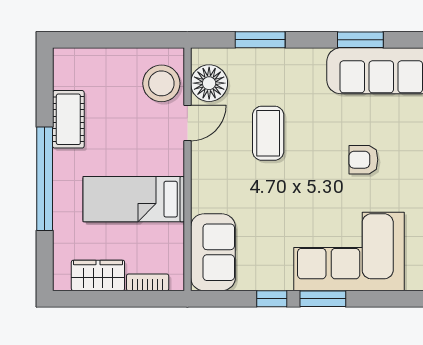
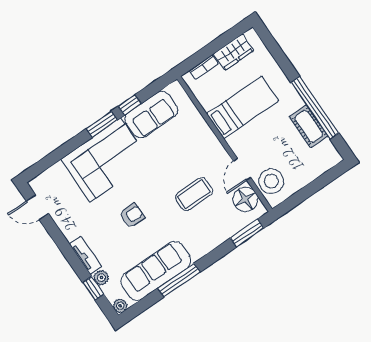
window: (260, 40) -> (247, 233), moved
window: (360, 40) -> (179, 280), width x1.44
coffee table: (268, 133) -> (194, 194), turned 90
window: (45, 179) -> (315, 108), moved
sofa: (213, 252) -> (151, 115), moved, turned -90

